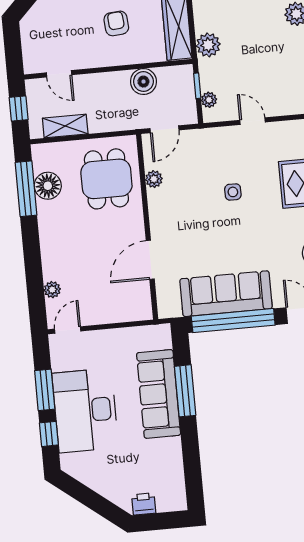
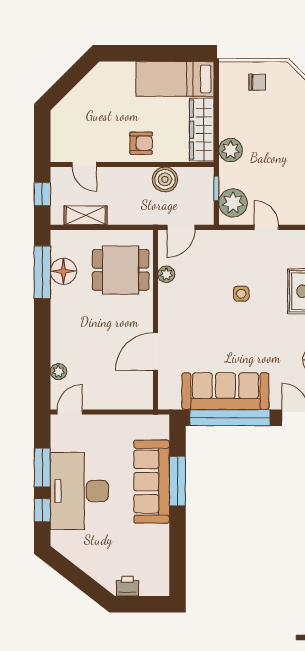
armchair: (116, 23) -> (141, 143), moved, turned 95
plant: (209, 100) -> (233, 203), width x1.88, depth x1.88
dining table: (106, 179) -> (121, 270), turned 90

